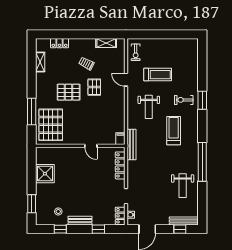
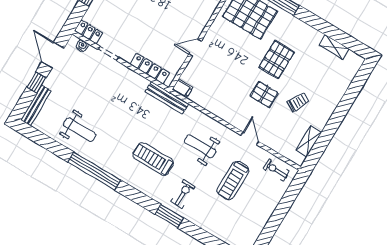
locker: (60, 43) -> (343, 84), removed
door: (126, 80) -> (250, 138), hinge flipped
treadmill: (174, 131) -> (153, 159), turned 180
weight bench: (183, 186) -> (80, 130), turned 180
window: (180, 229) -> (36, 82), moved

